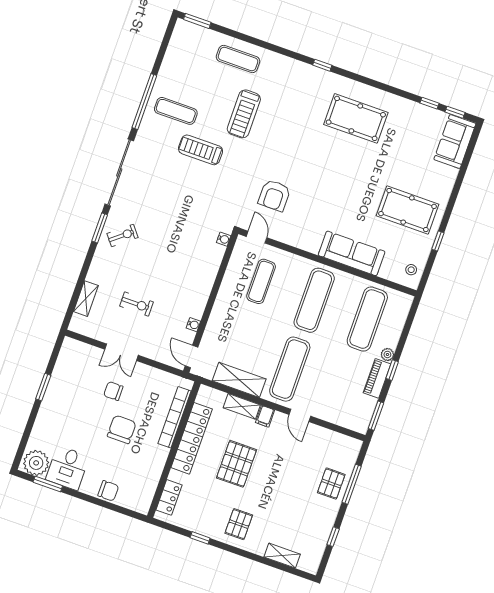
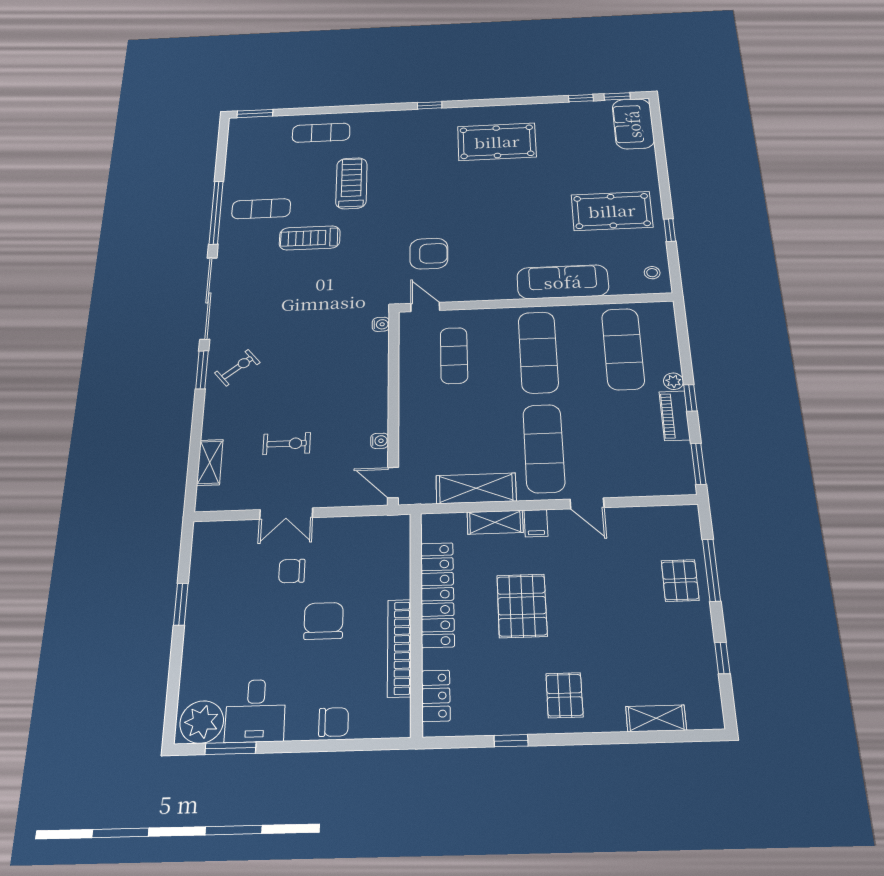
treadmill: (244, 114) -> (351, 183), turned 180
armchair: (274, 195) -> (429, 254), turned -90
bookcase: (175, 417) -> (399, 648), moved

